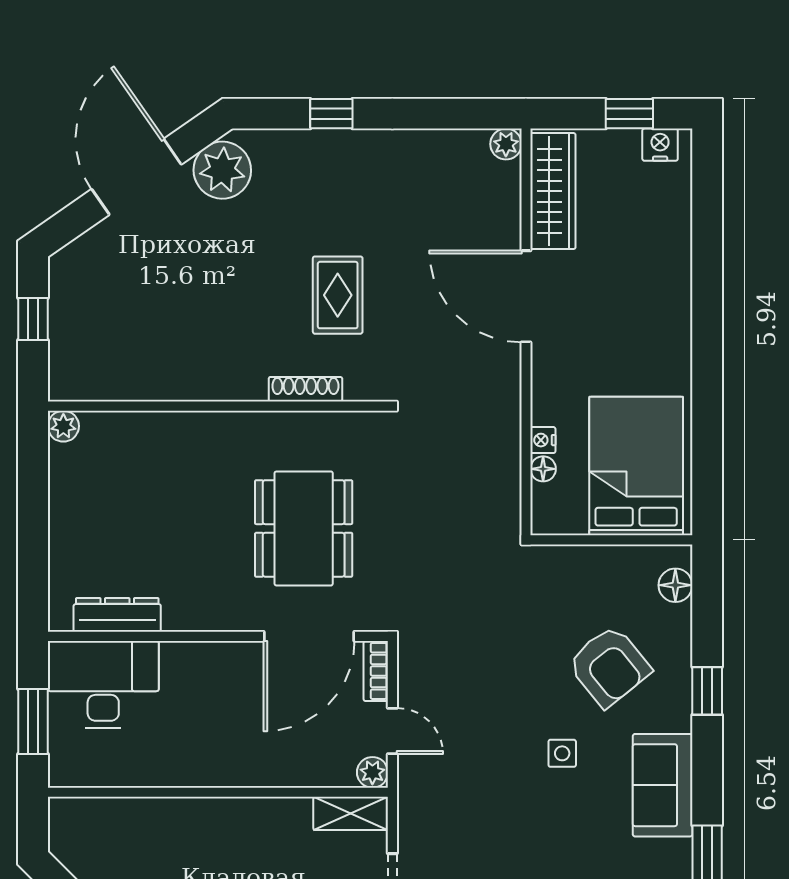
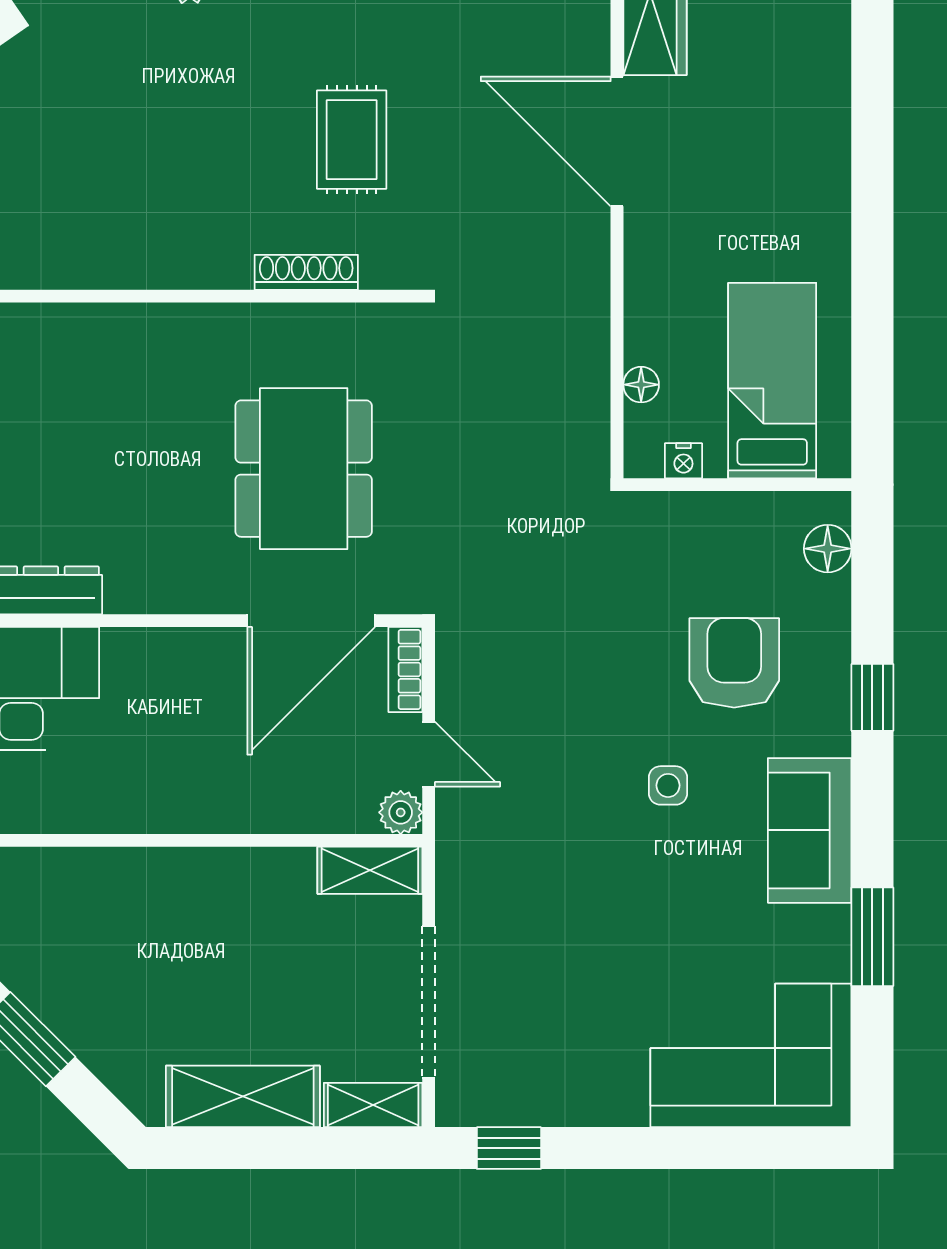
nightstand: (543, 440) -> (683, 461), moved, turned -90
bed: (636, 466) -> (772, 381), width x0.67
armchair: (609, 666) -> (734, 663), turned -141

